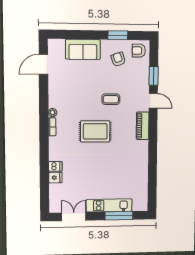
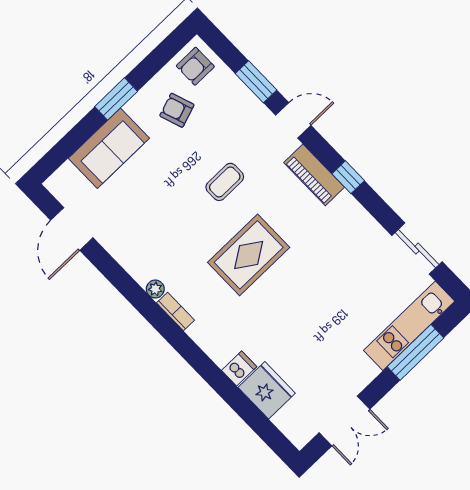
window: (118, 35) -> (116, 99), moved
window: (153, 137) -> (348, 177), added
fridge: (55, 178) -> (267, 390), width x1.88, depth x1.34
sliding door: (152, 182) -> (417, 249), added
kitchen unit: (109, 205) -> (409, 326), moved
double door: (74, 217) -> (344, 421), swing flipped

